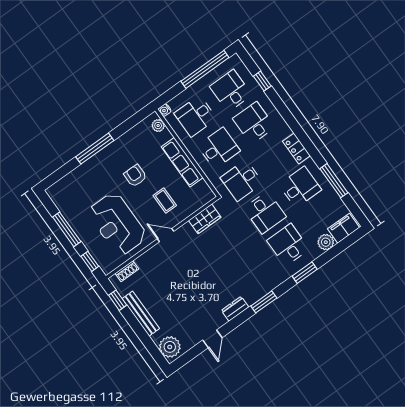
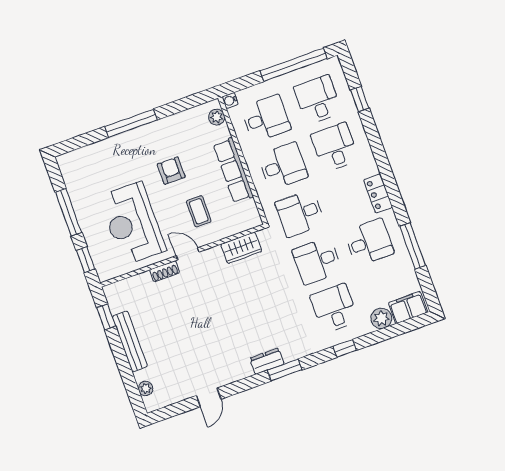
desk: (196, 116) -> (266, 118), turned 180
desk: (265, 213) -> (317, 261), turned 90
shoe rack: (127, 271) -> (164, 271), moved
window: (305, 273) -> (345, 348), width x0.67
dresser: (235, 309) -> (267, 361), moved
plant: (170, 347) -> (146, 389), width x0.53, depth x0.53

